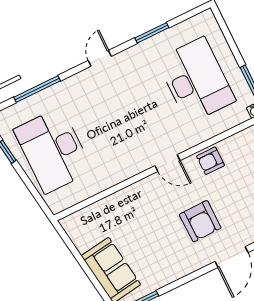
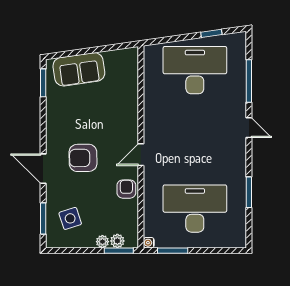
door: (100, 58) -> (249, 128), moved
desk: (196, 80) -> (195, 209), turned 180

